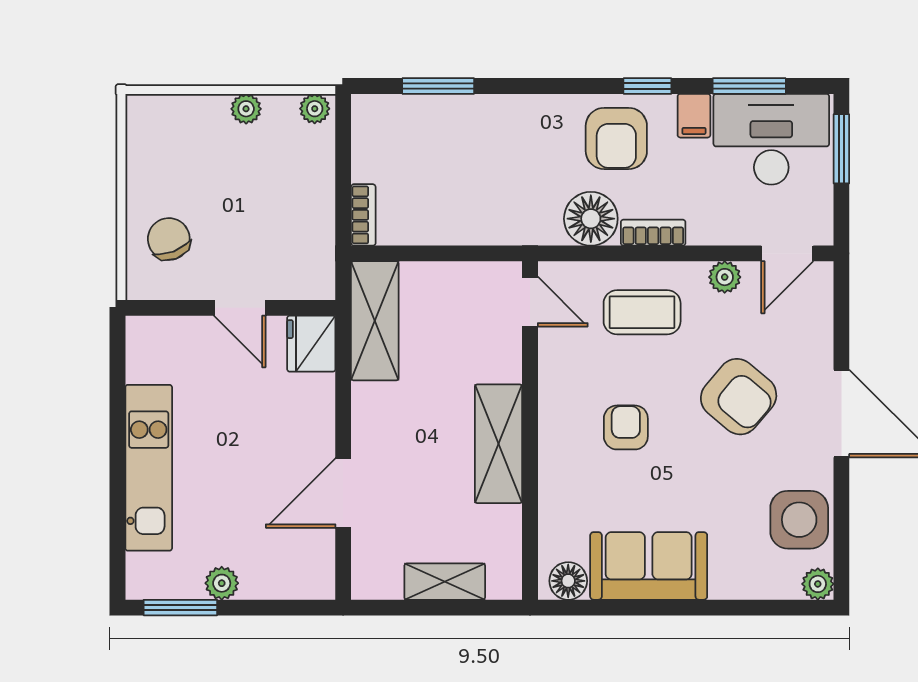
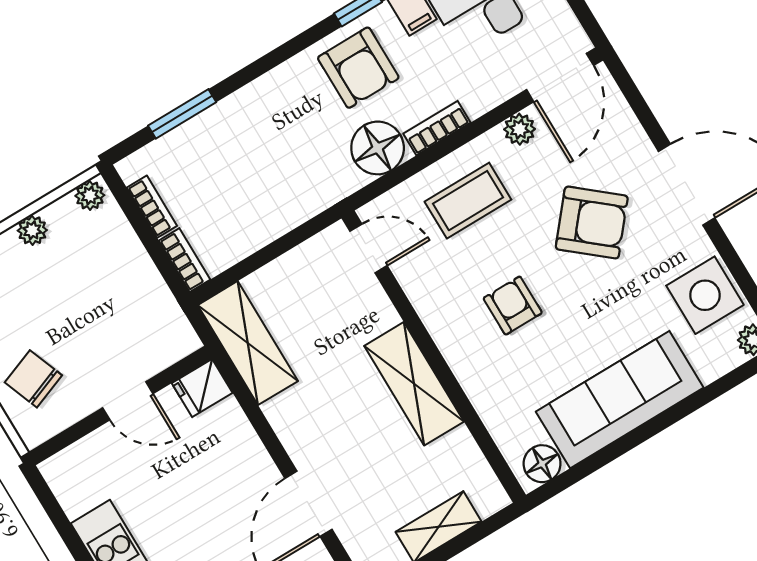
bookcase: (363, 151) -> (152, 207), added
door: (787, 253) -> (560, 78), width x1.38
fridge: (311, 344) -> (202, 388), width x0.72
sofa: (649, 566) -> (620, 400), width x1.36

